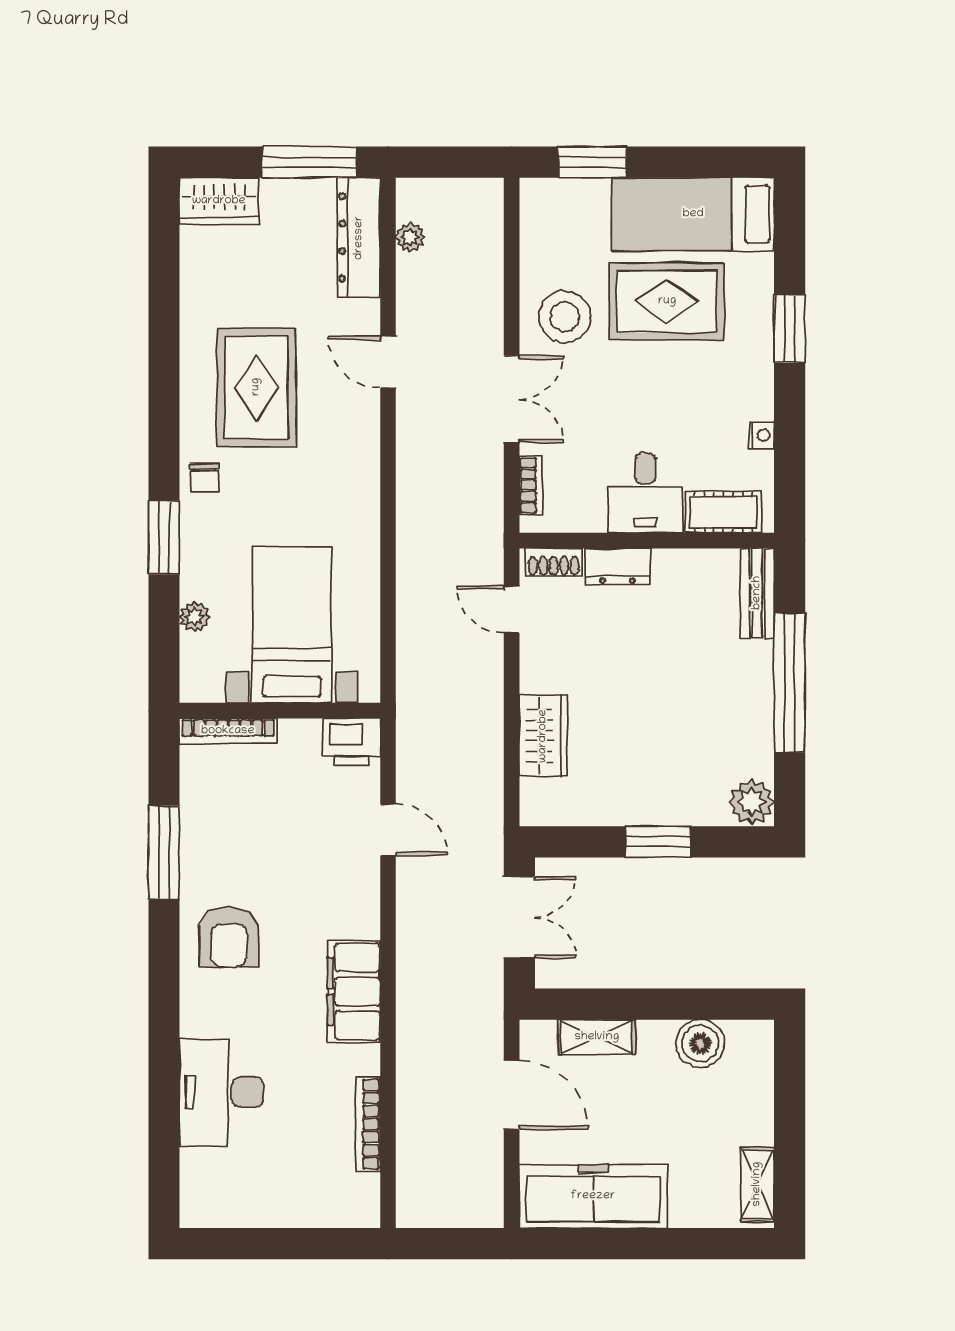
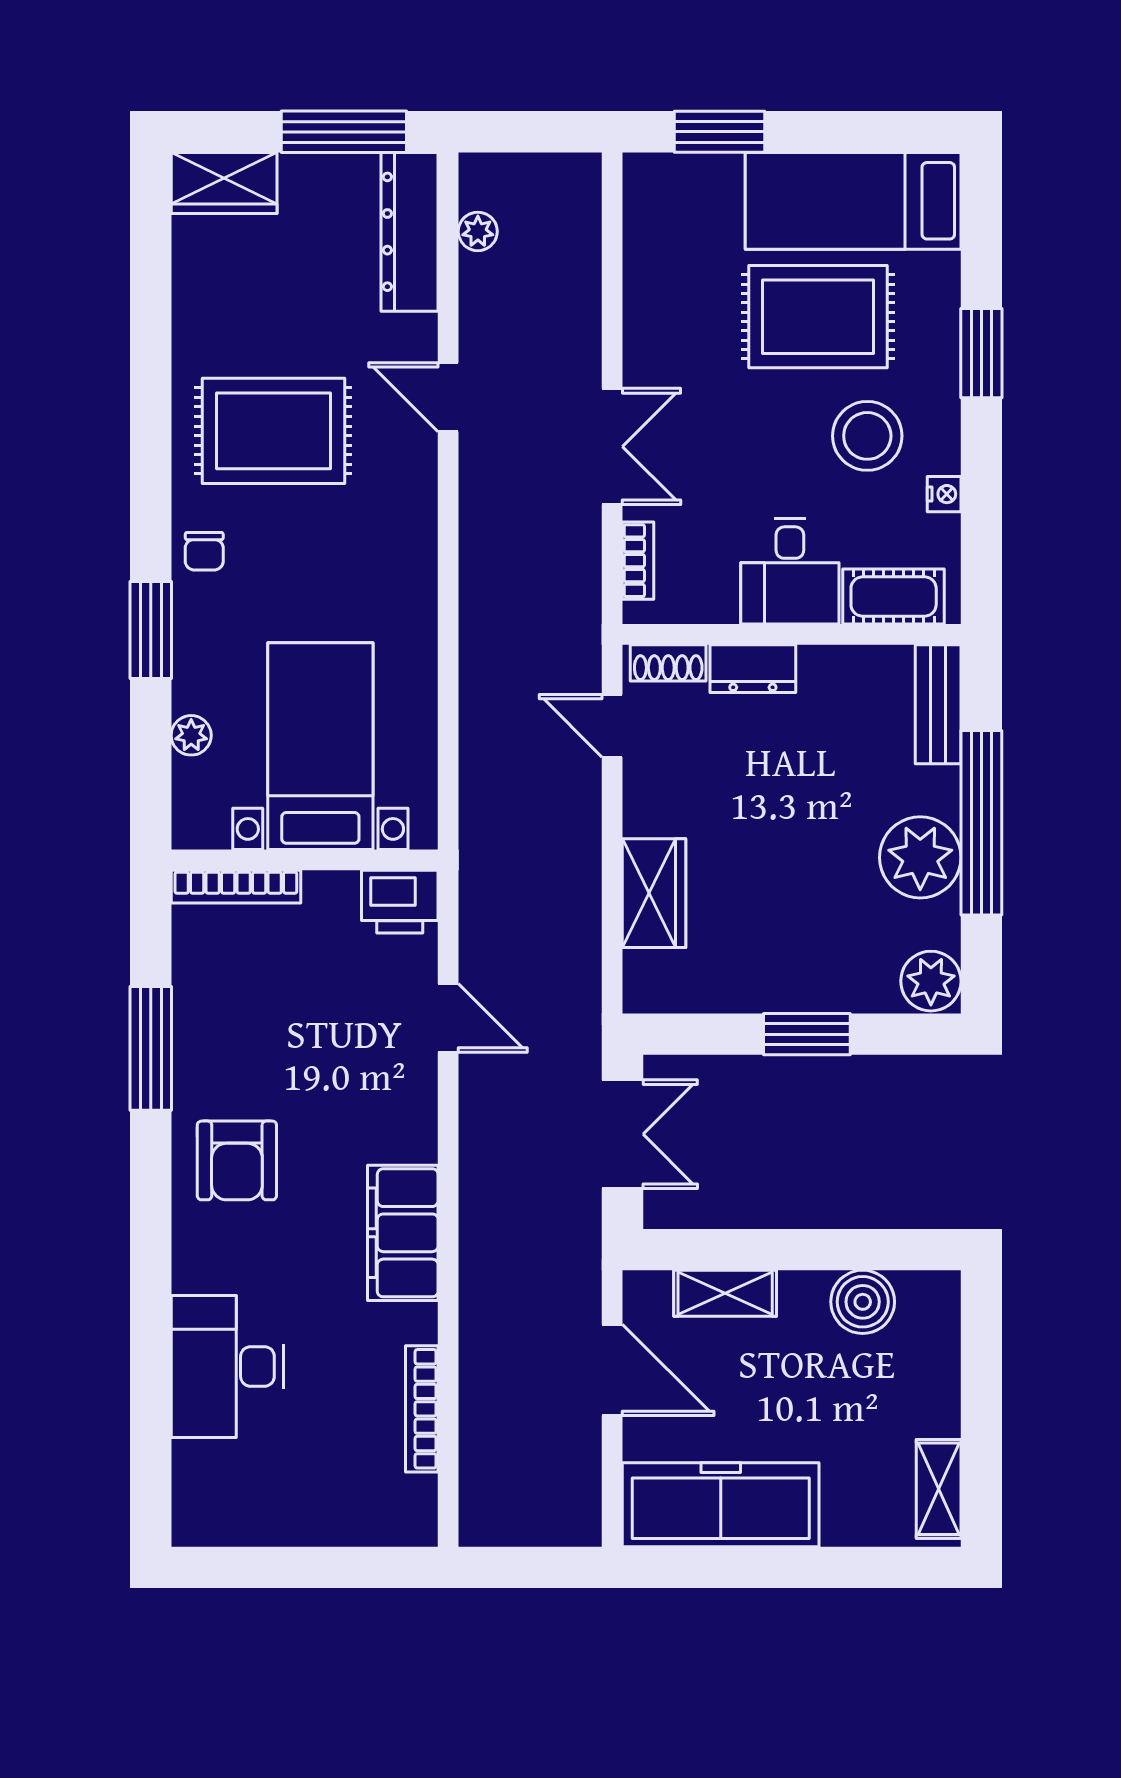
stool: (565, 317) -> (867, 436), moved
rug: (256, 387) -> (273, 431), turned 90
plant: (744, 709) -> (920, 857), added

